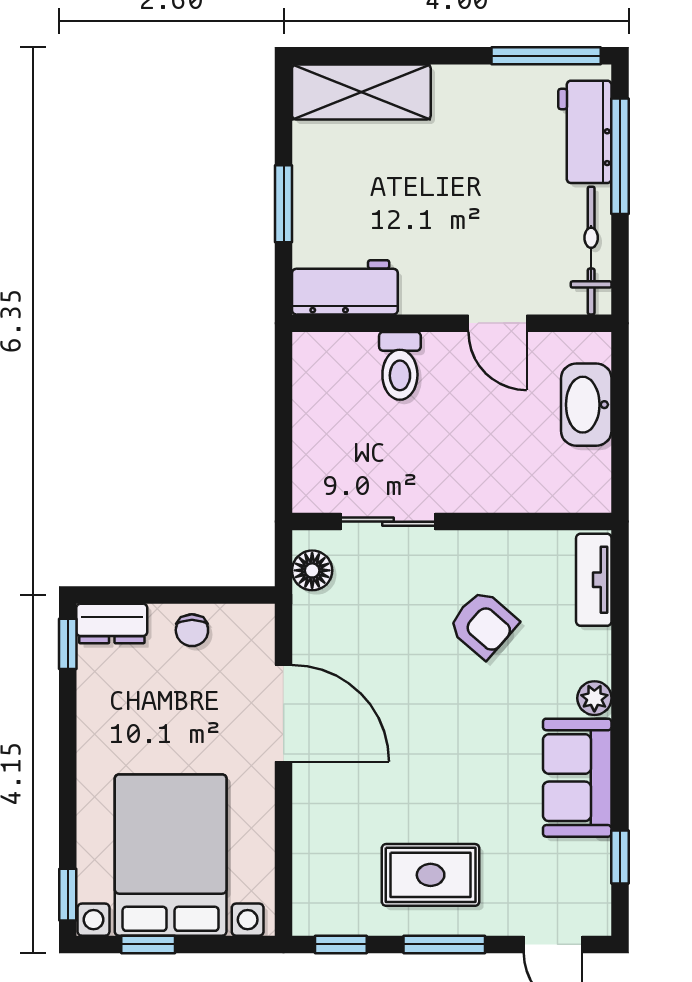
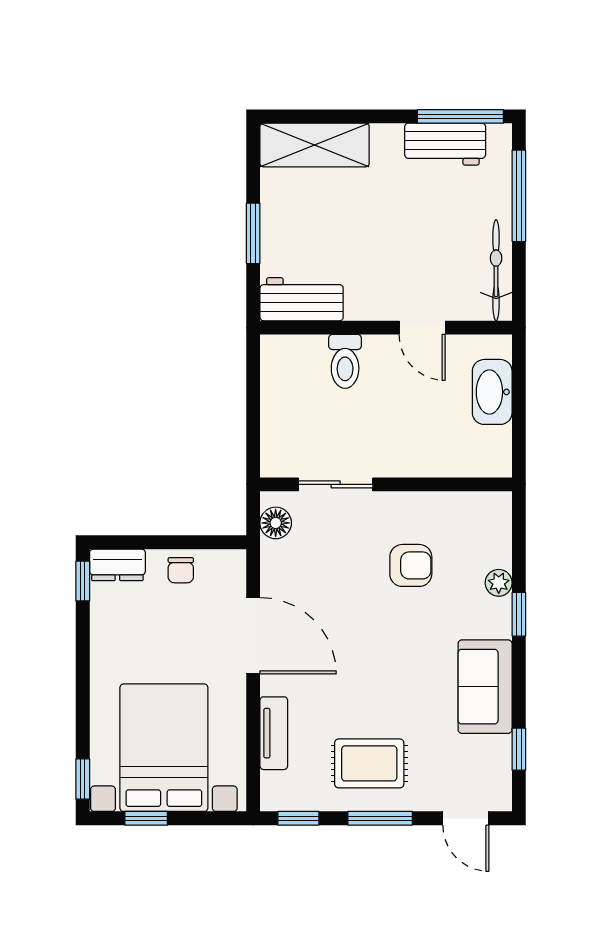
workbench: (585, 132) -> (445, 144), moved, turned -90
tv unit: (594, 580) -> (274, 733), moved, turned 180
armchair: (483, 624) -> (411, 565), turned -41
window: (620, 686) -> (519, 614), added
plant: (594, 698) -> (499, 583), moved

